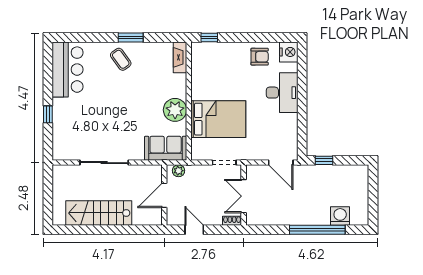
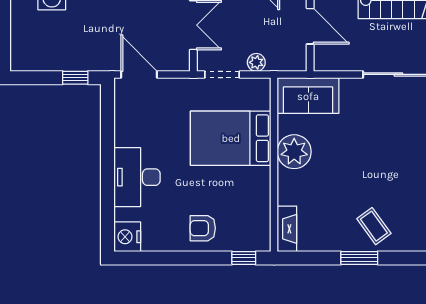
armchair: (260, 57) -> (203, 228), moved
plant: (179, 171) -> (256, 62), moved
door: (164, 195) -> (310, 26), hinge flipped

